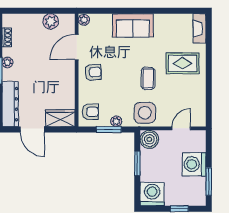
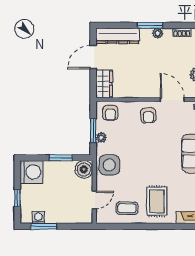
coffee table: (148, 78) -> (127, 208), moved
door: (181, 128) -> (94, 200), hinge flipped
washing machine: (194, 164) -> (38, 218), moved, width x0.53, depth x0.53

